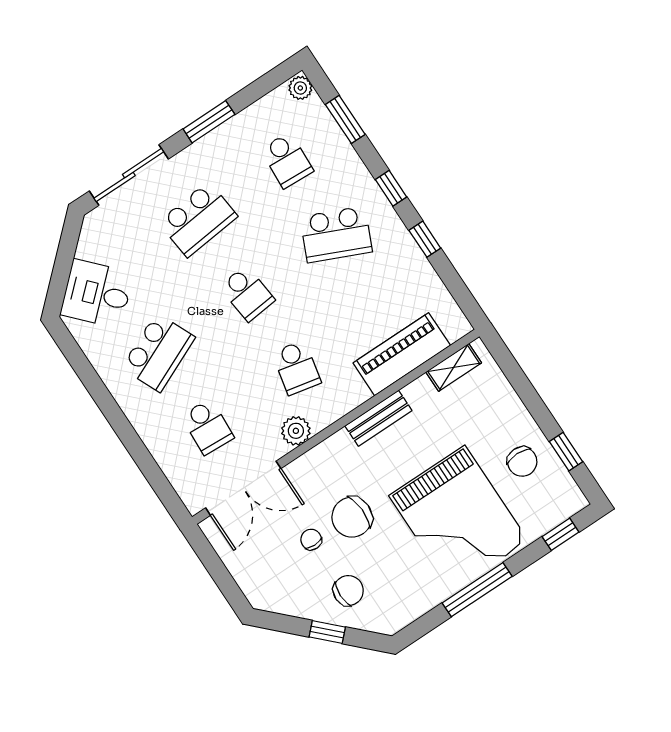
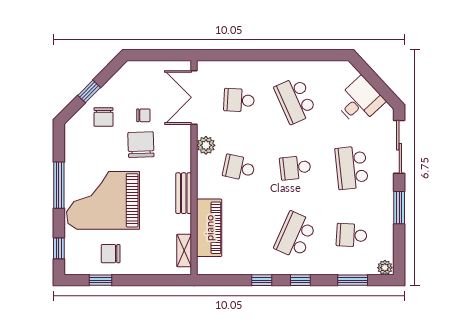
desk: (97, 294) -> (360, 101), moved

